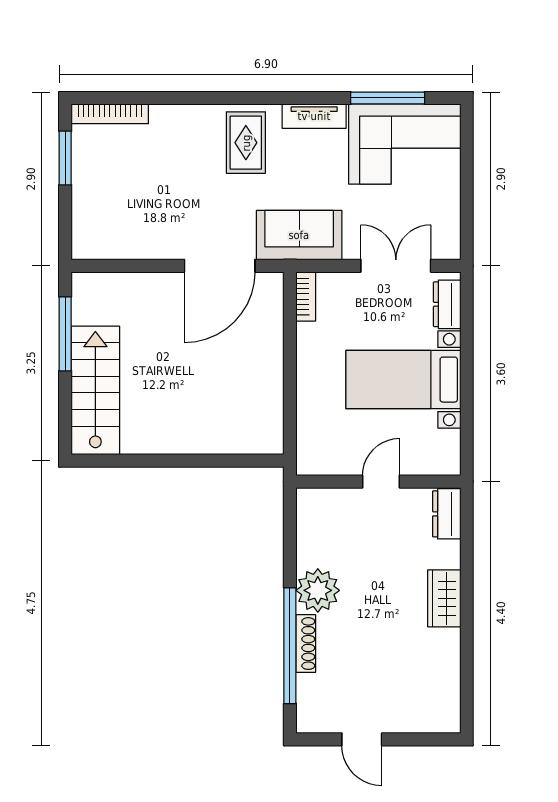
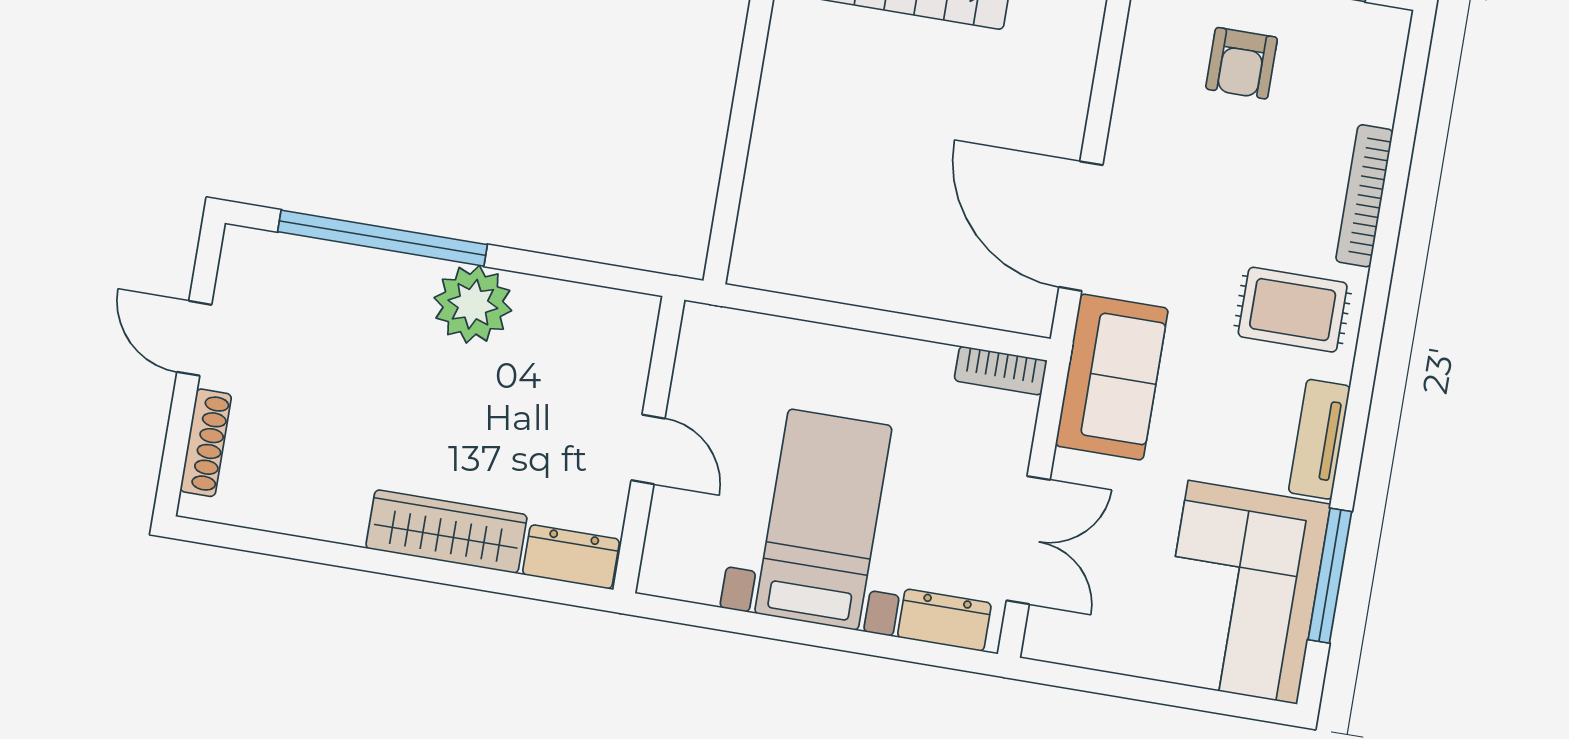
bookcase: (110, 114) -> (1364, 196), moved
armchair: (116, 193) -> (1242, 63), added
wardrobe: (444, 598) -> (446, 532), width x1.50
shoe rack: (306, 644) -> (206, 443), moved, turned -90
door: (362, 739) -> (194, 338), hinge flipped

